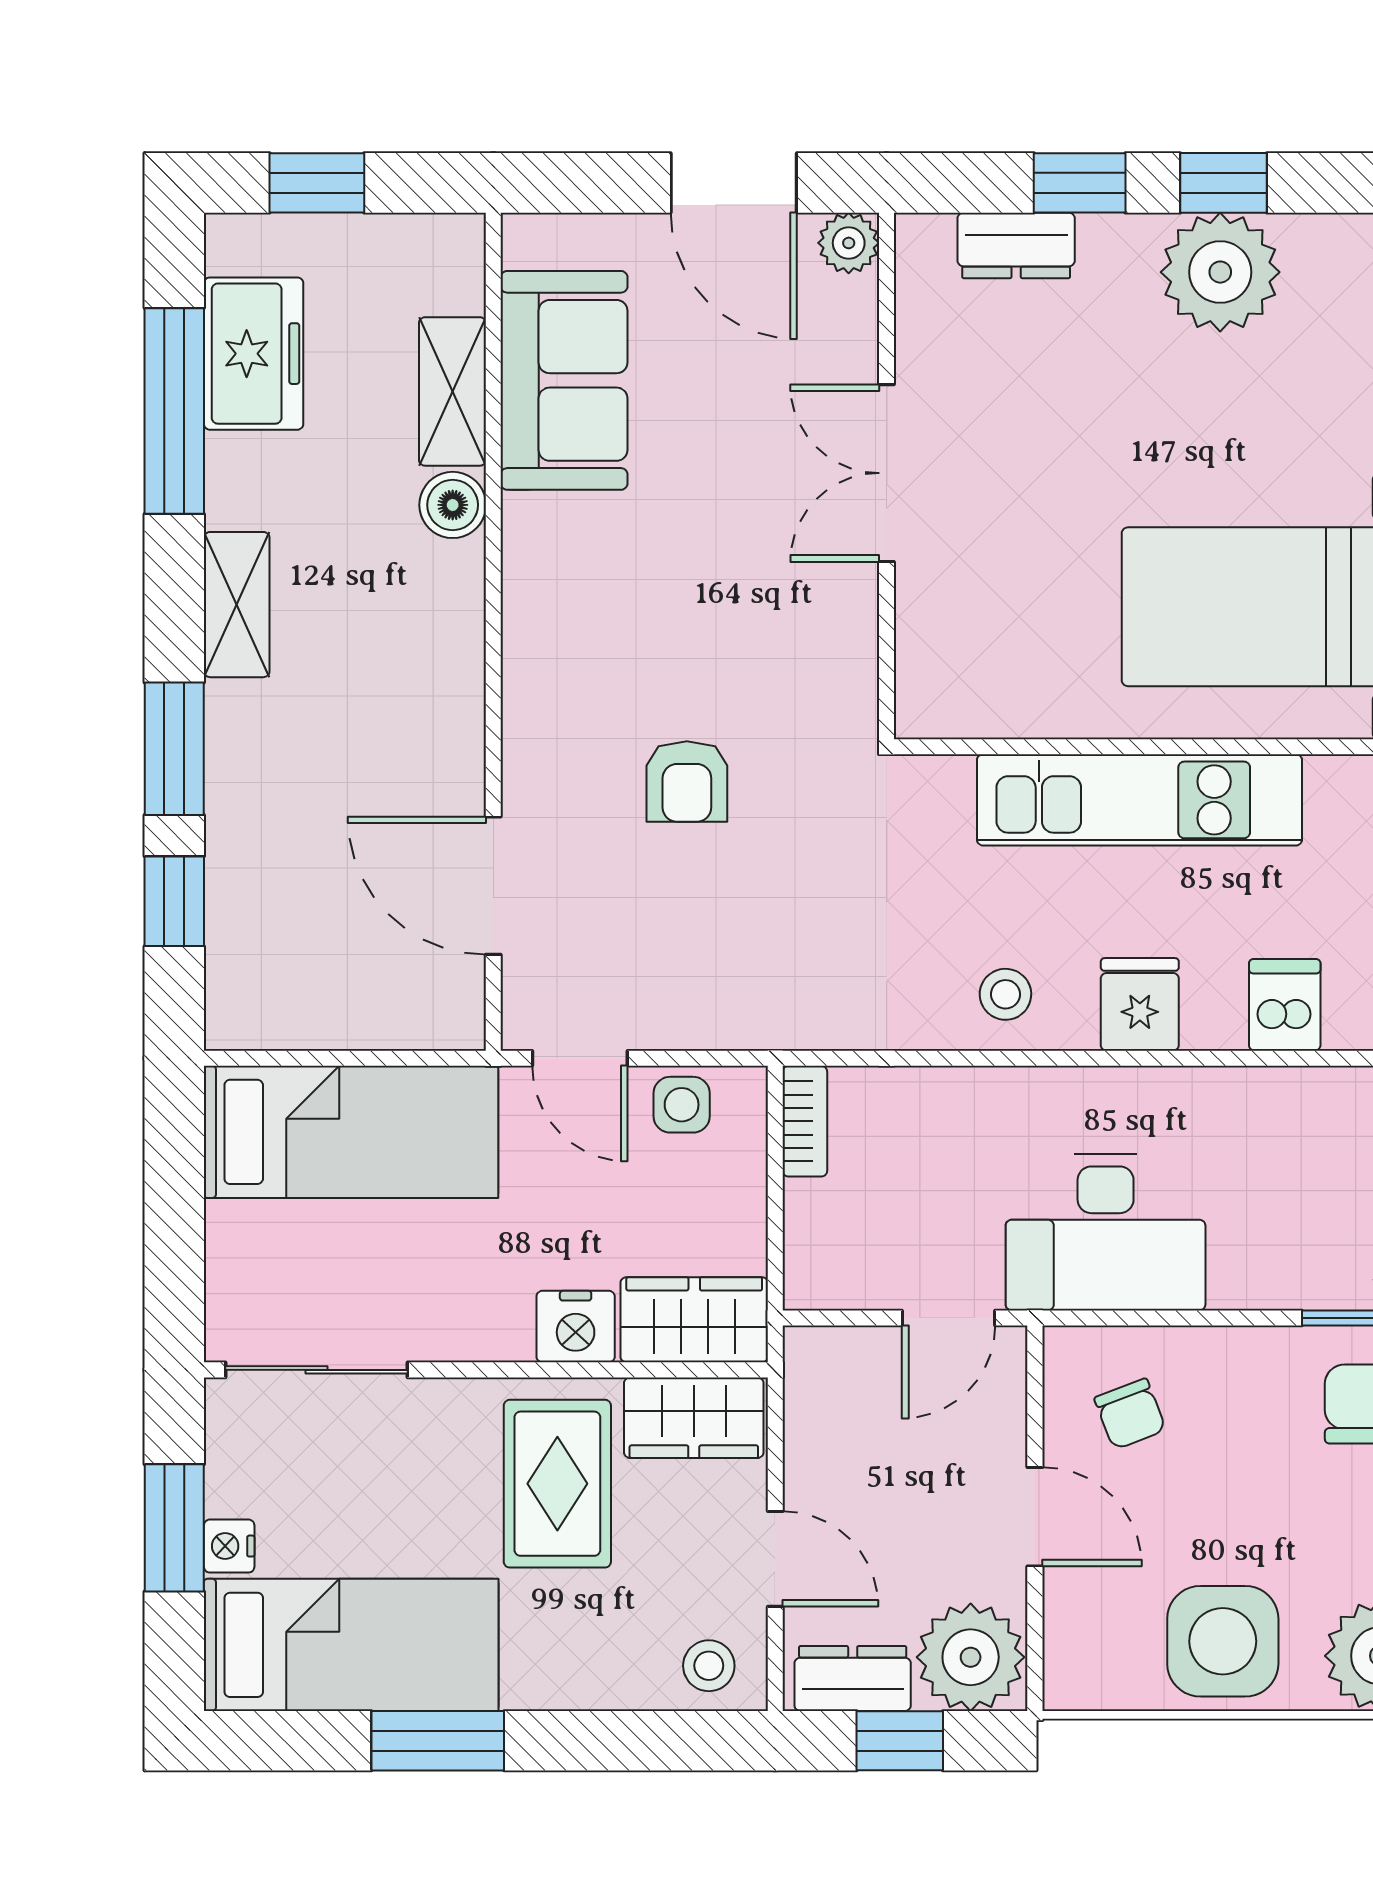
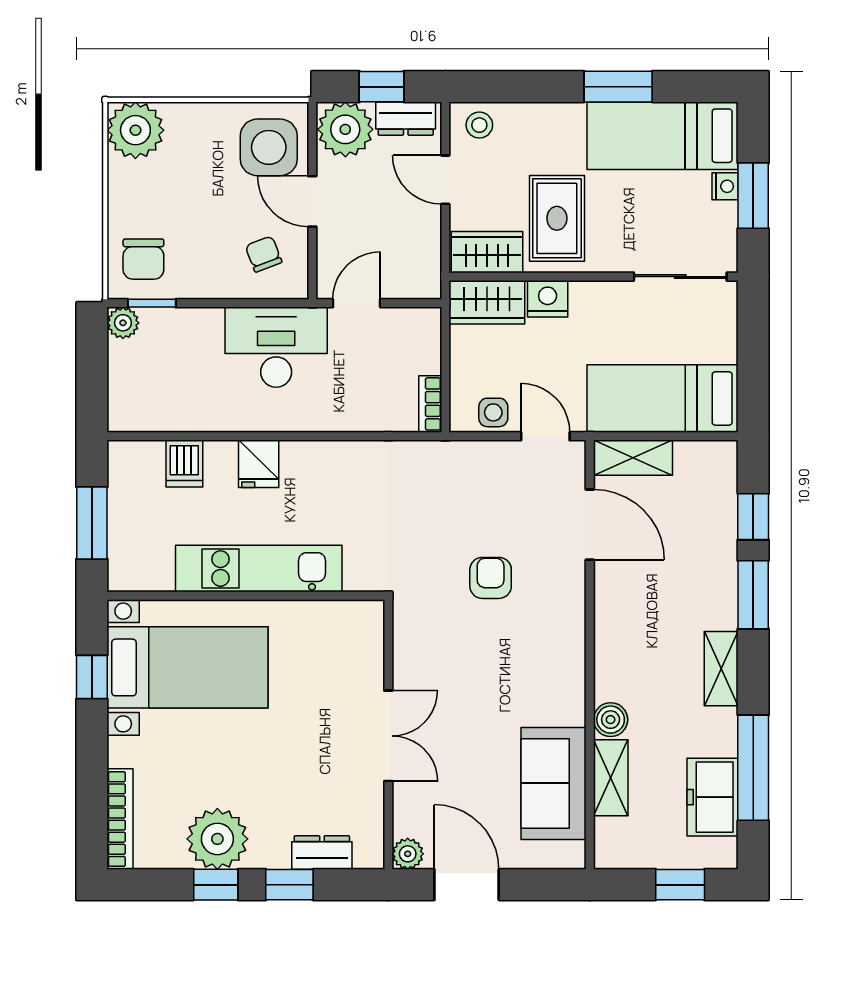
stool: (1005, 994) -> (327, 469), removed
shelving: (409, 1016) -> (633, 458), added
side table: (1223, 1641) -> (269, 147), moved

